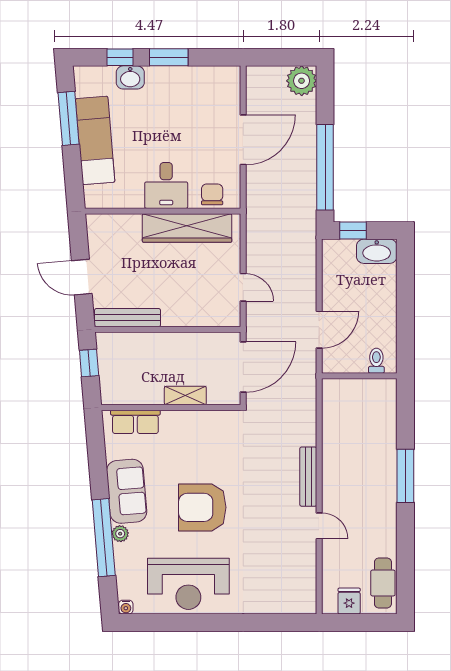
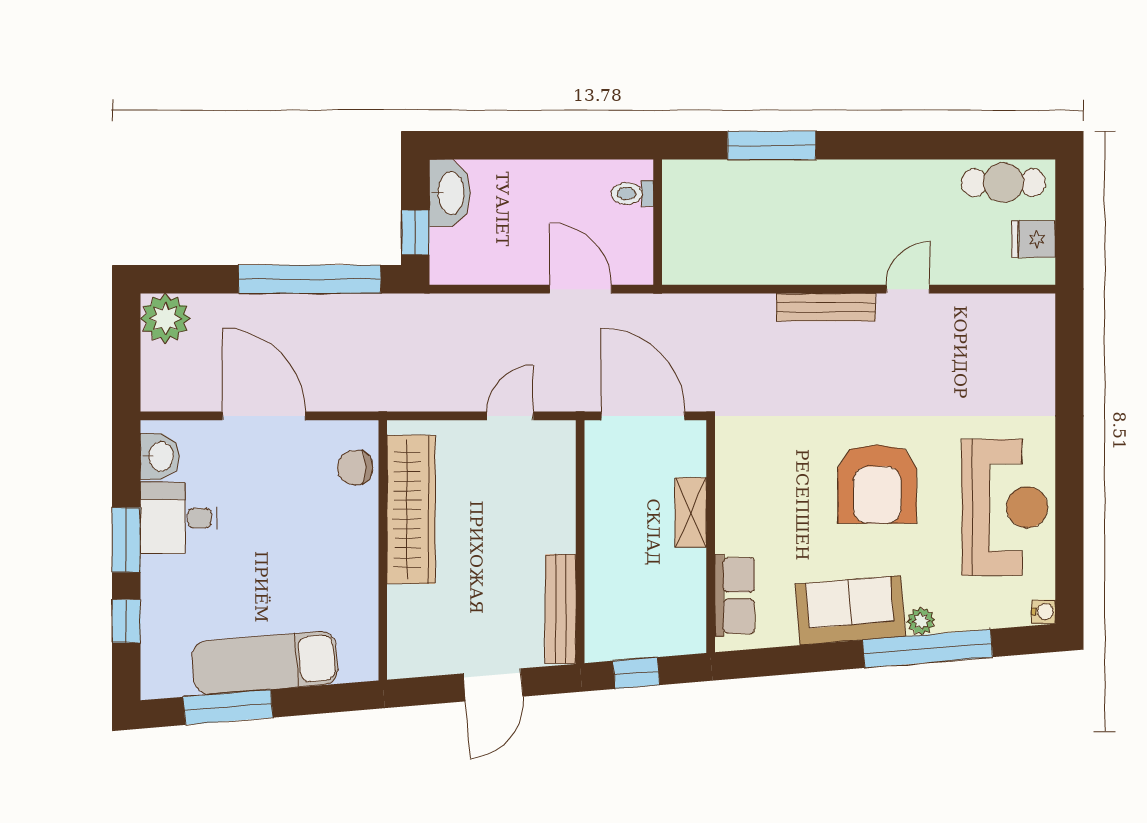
washbasin: (130, 77) -> (160, 456), moved
desk: (166, 185) -> (179, 518), moved, turned 180
window: (405, 476) -> (772, 145), moved

